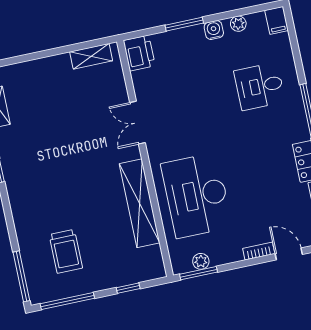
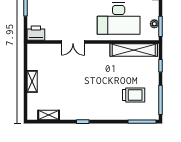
shelving: (91, 56) -> (32, 81), moved
shelving: (139, 203) -> (134, 50), moved

